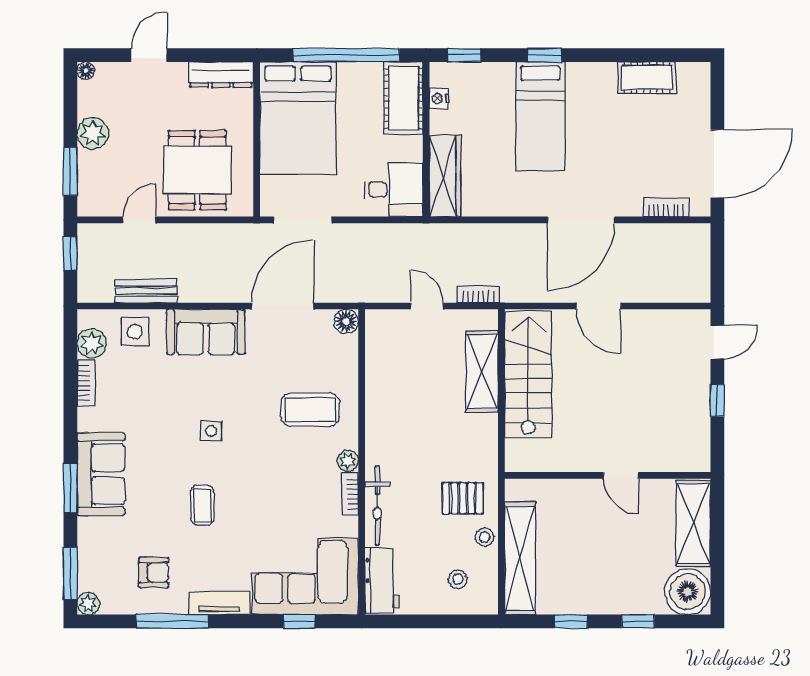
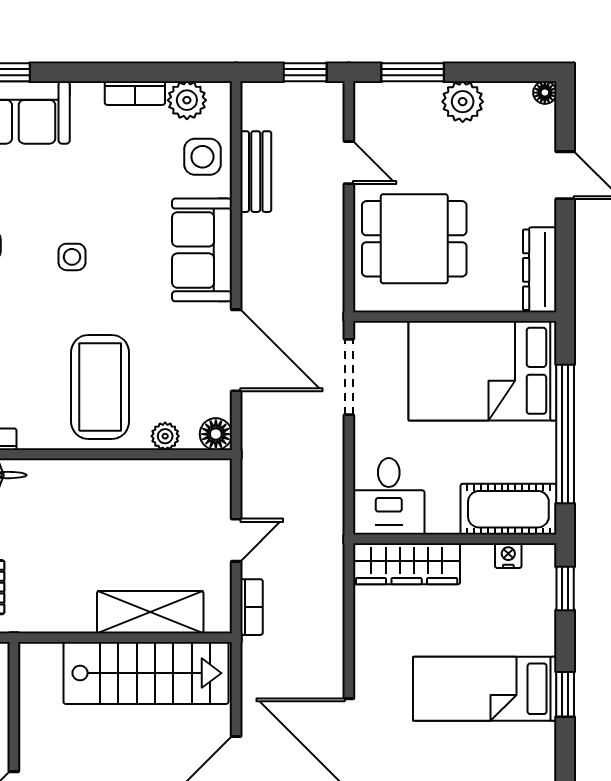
coffee table: (310, 410) -> (100, 387), width x1.36, depth x1.32
plant: (348, 461) -> (165, 436), moved

